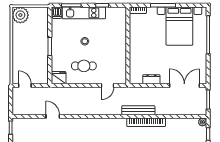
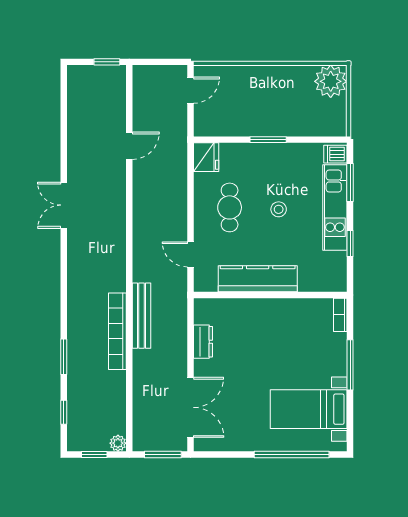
bed with nightstands: (179, 26) -> (309, 409), width x0.73
kitchen counter: (120, 52) -> (258, 279), added

